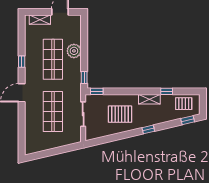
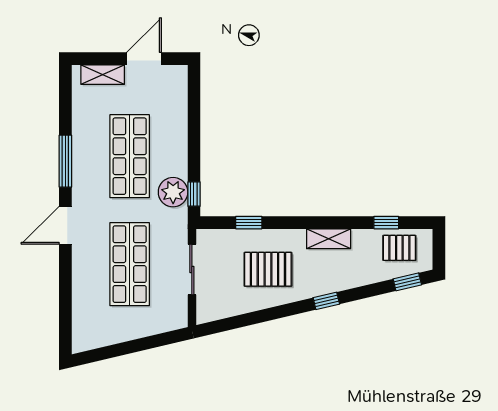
plant: (74, 51) -> (173, 192), moved
window: (22, 62) -> (65, 161), width x2.17
window: (97, 91) -> (249, 223), moved
window: (167, 91) -> (386, 223), moved

